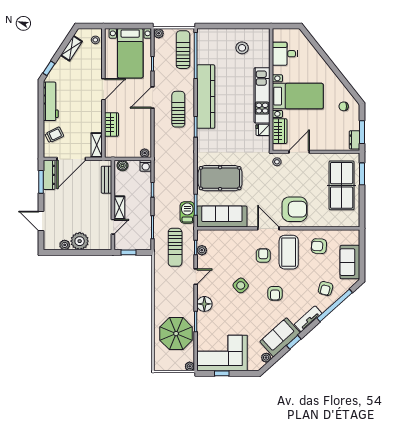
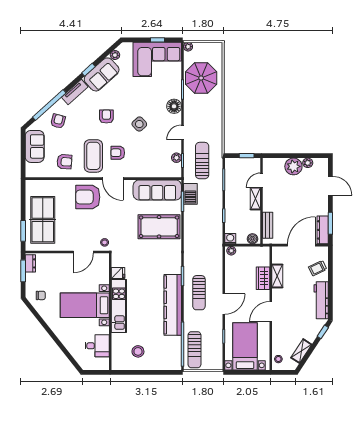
plant: (159, 33) -> (218, 365), removed
wardrobe: (280, 131) -> (102, 272), removed
shelving: (97, 145) -> (277, 276), moved
armchair: (263, 255) -> (118, 153), turned 90

